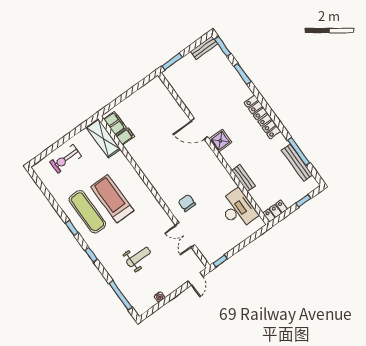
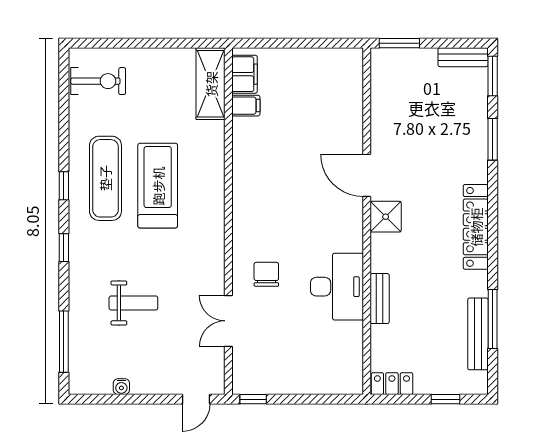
exercise bike: (66, 159) -> (98, 81), moved, turned 180
desk: (238, 209) -> (337, 287), moved

